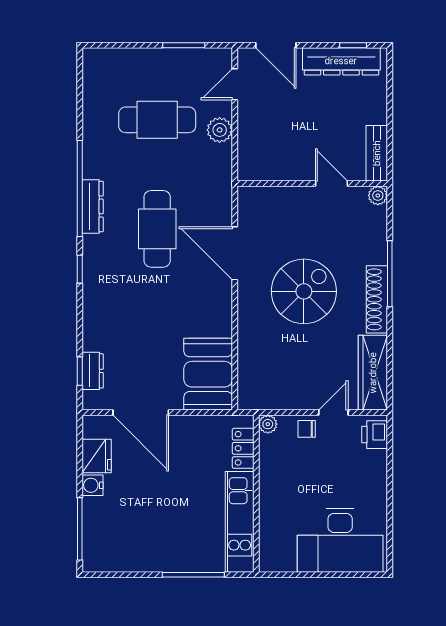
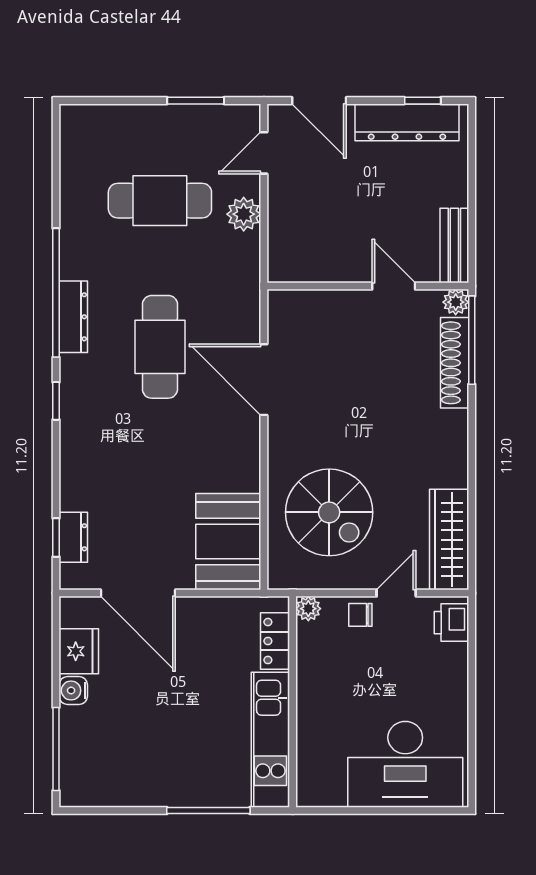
window: (390, 274) -> (472, 340), moved
spiral stairs: (304, 291) -> (329, 512), moved, turned 90
shoe rack: (377, 299) -> (455, 363), moved

